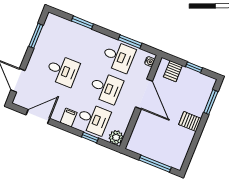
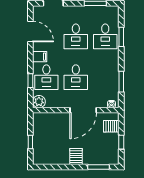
desk: (118, 57) -> (105, 36), moved
window: (155, 164) -> (30, 142), width x0.46

